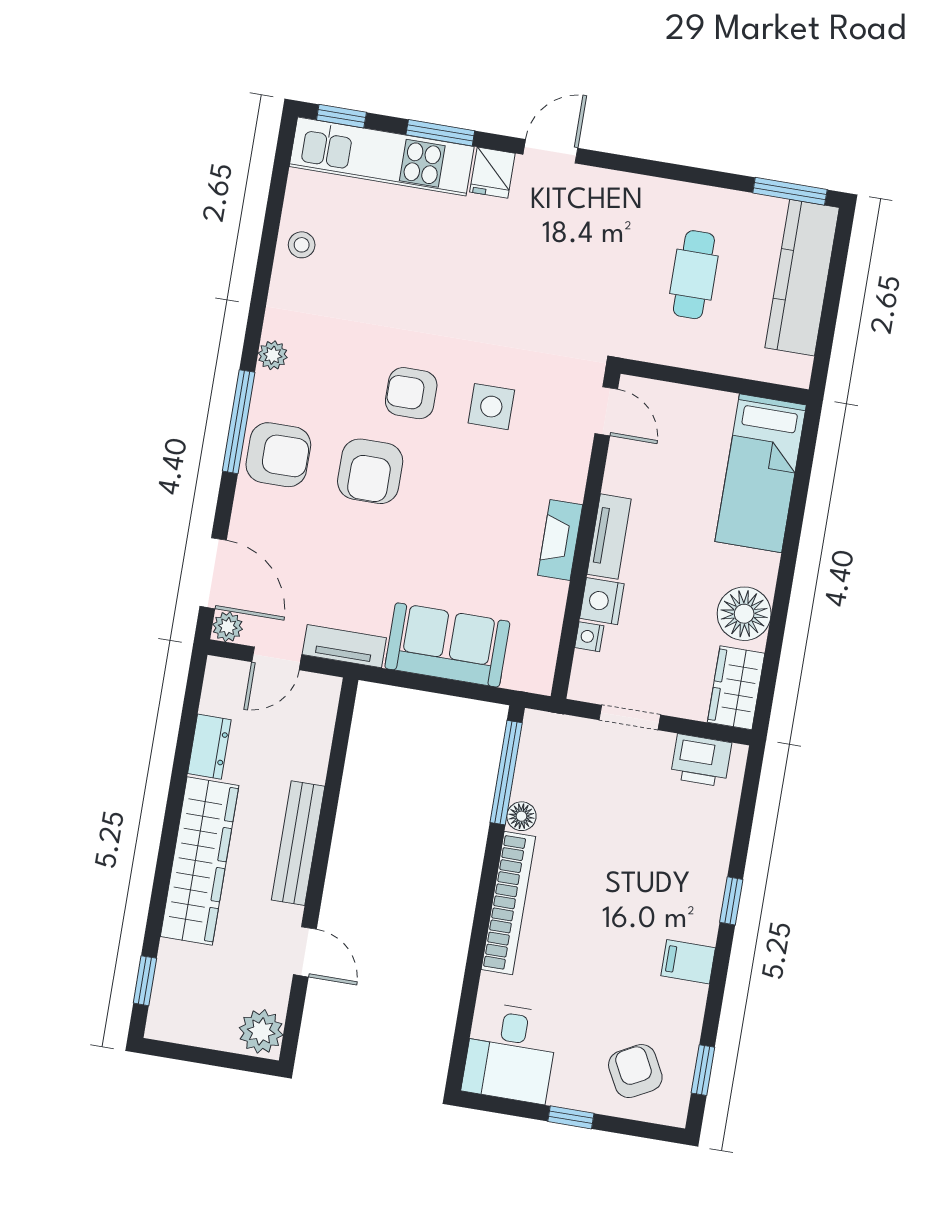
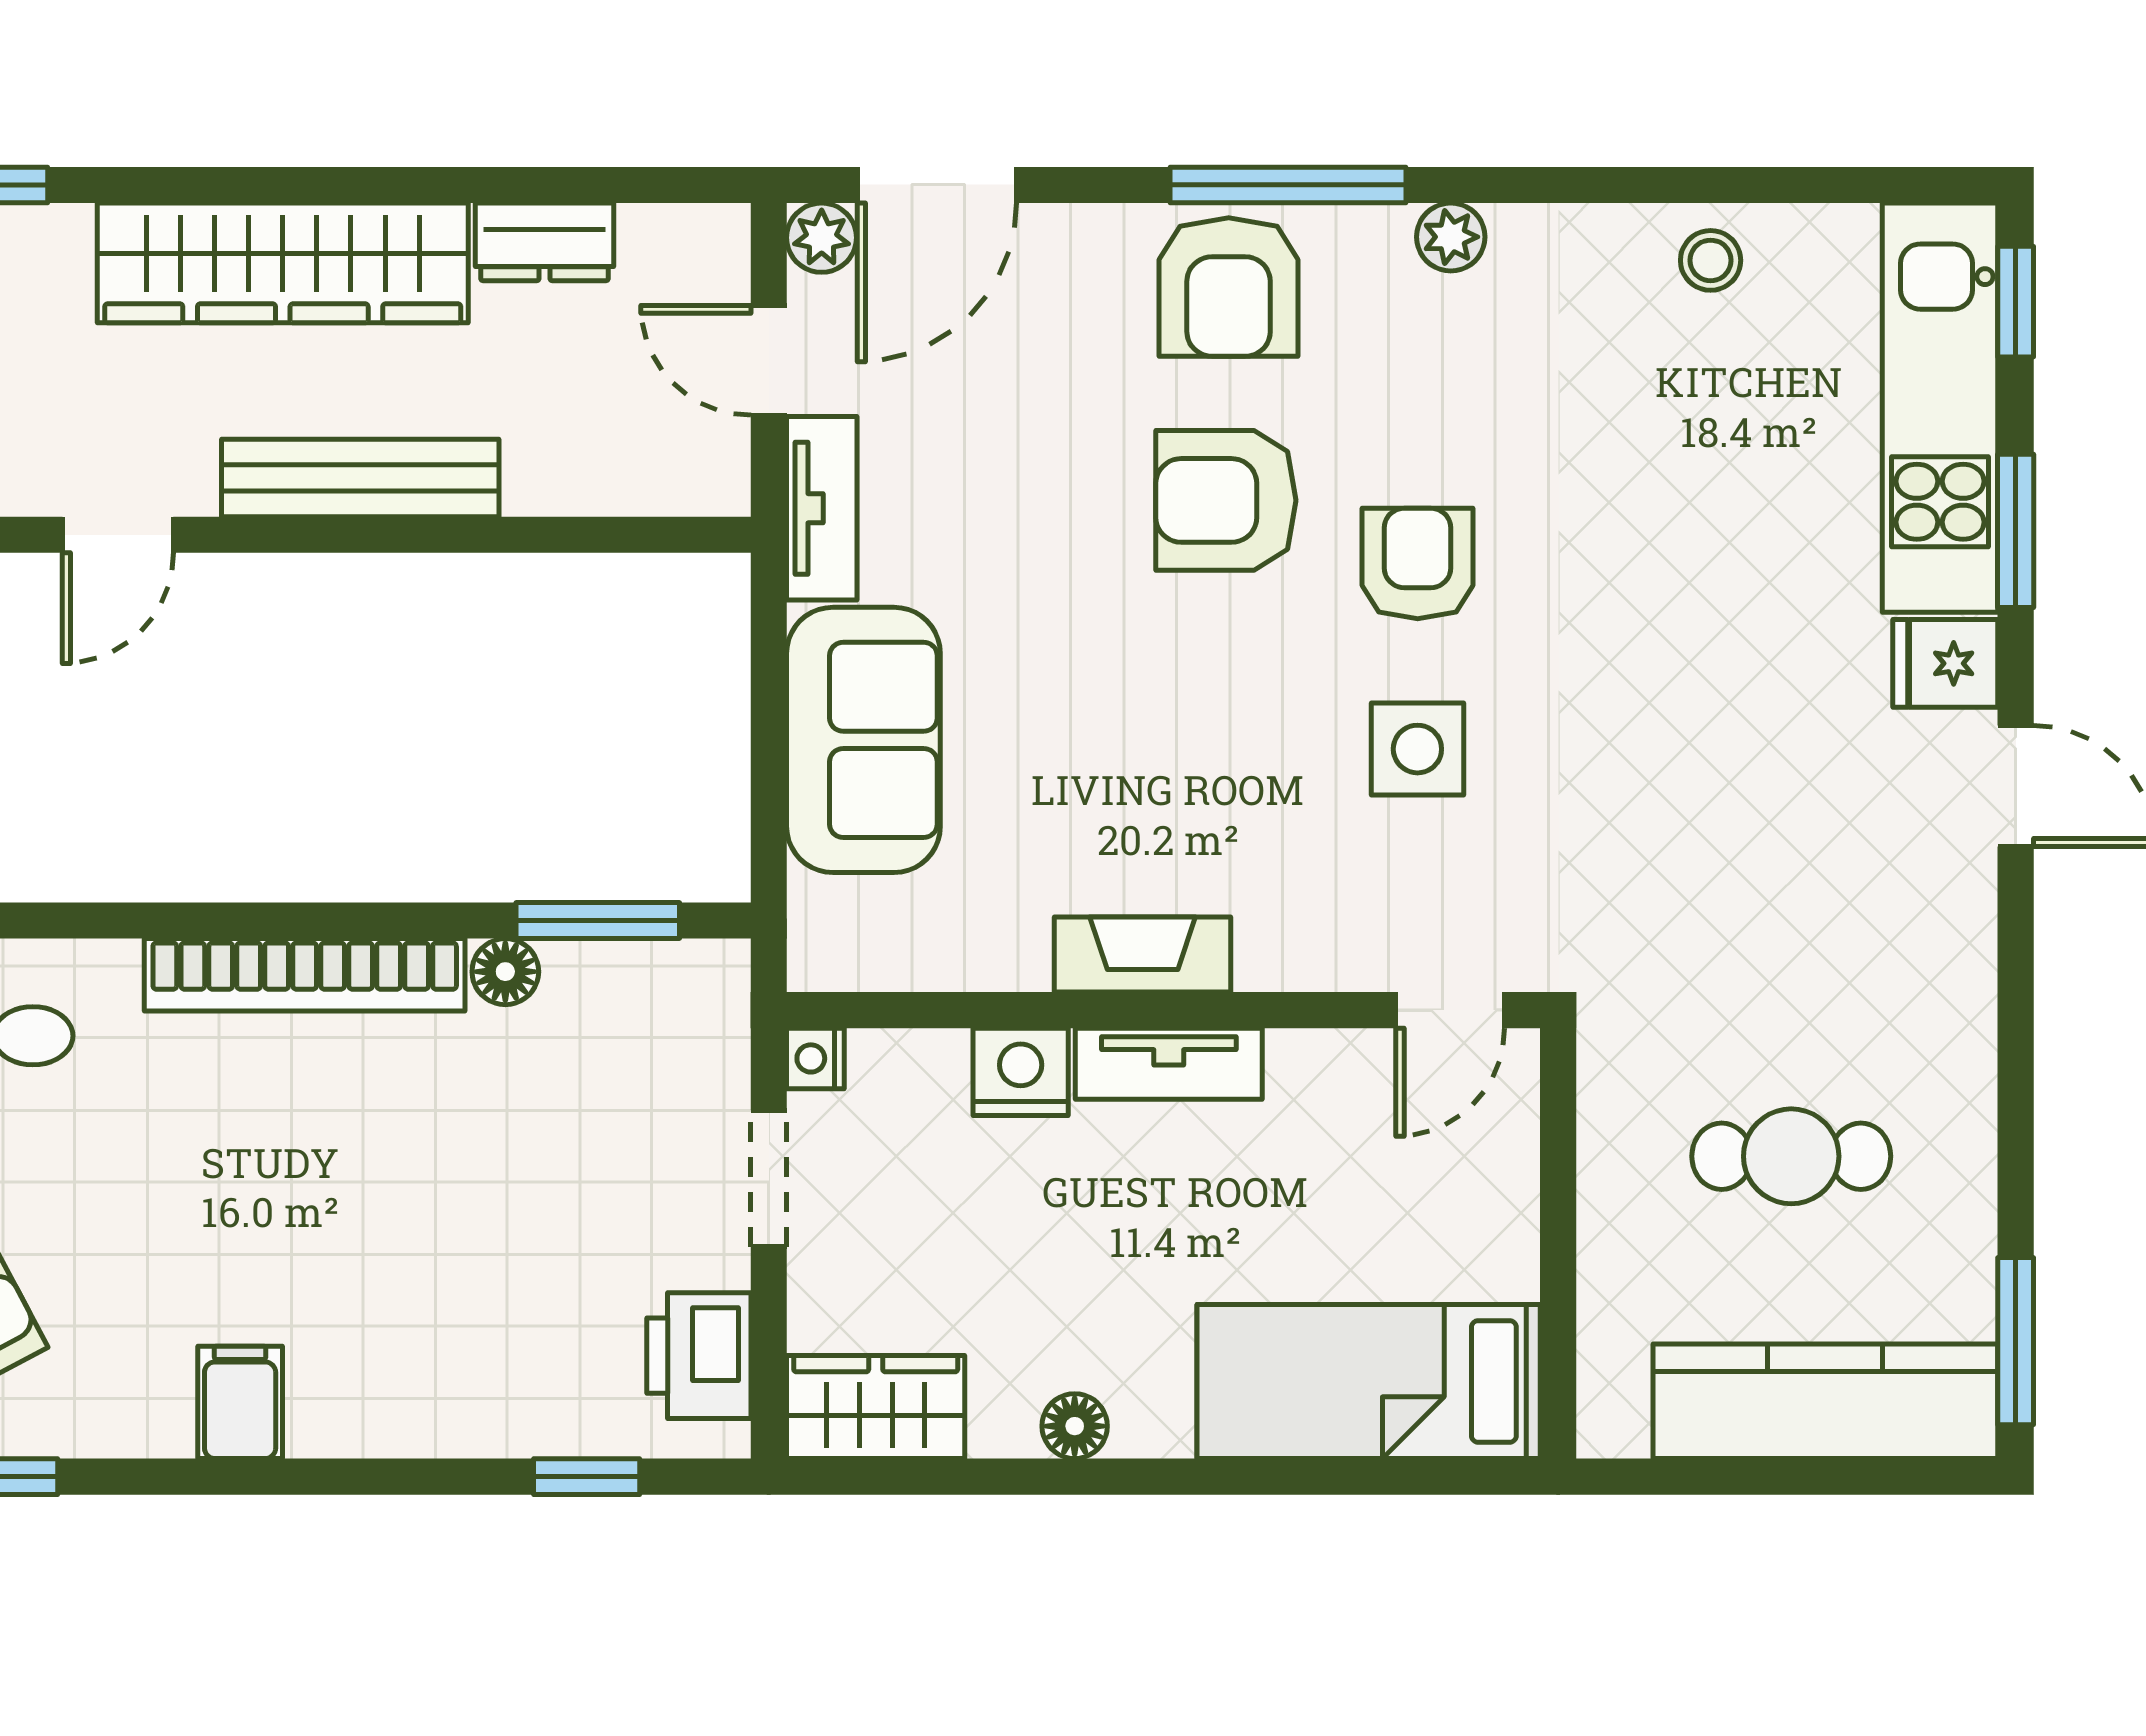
floor lamp: (744, 614) -> (1075, 1426), width x0.53, depth x0.53
nightstand: (589, 637) -> (815, 1058), moved, turned -90
window: (506, 773) -> (598, 920), width x0.69
window: (731, 901) -> (587, 1477), moved

